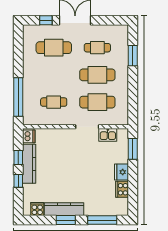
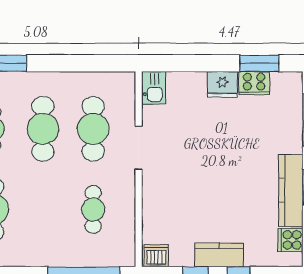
kitchen sink: (108, 135) -> (154, 88), moved
window: (133, 149) -> (259, 63), moved
kitchen counter: (29, 164) -> (219, 255), width x0.67

